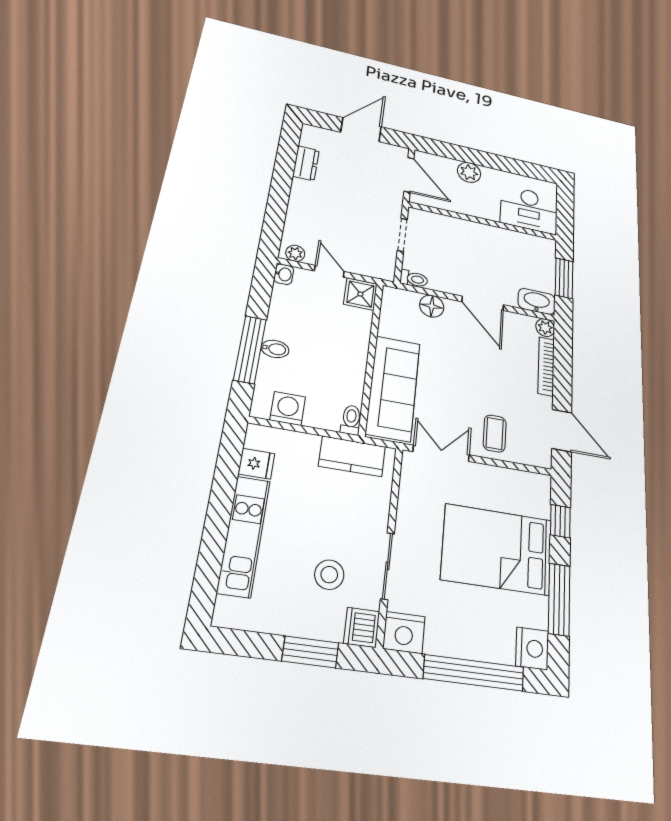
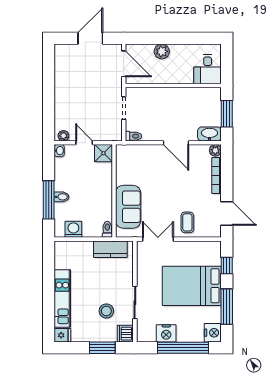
dresser: (306, 163) -> (61, 73), removed
desk: (529, 210) -> (208, 69), width x0.73
floor lamp: (432, 306) -> (145, 152), removed
sofa: (393, 388) -> (128, 207), width x0.73
fridge: (256, 464) -> (62, 335), moved
nightstand: (404, 633) -> (166, 333), moved

